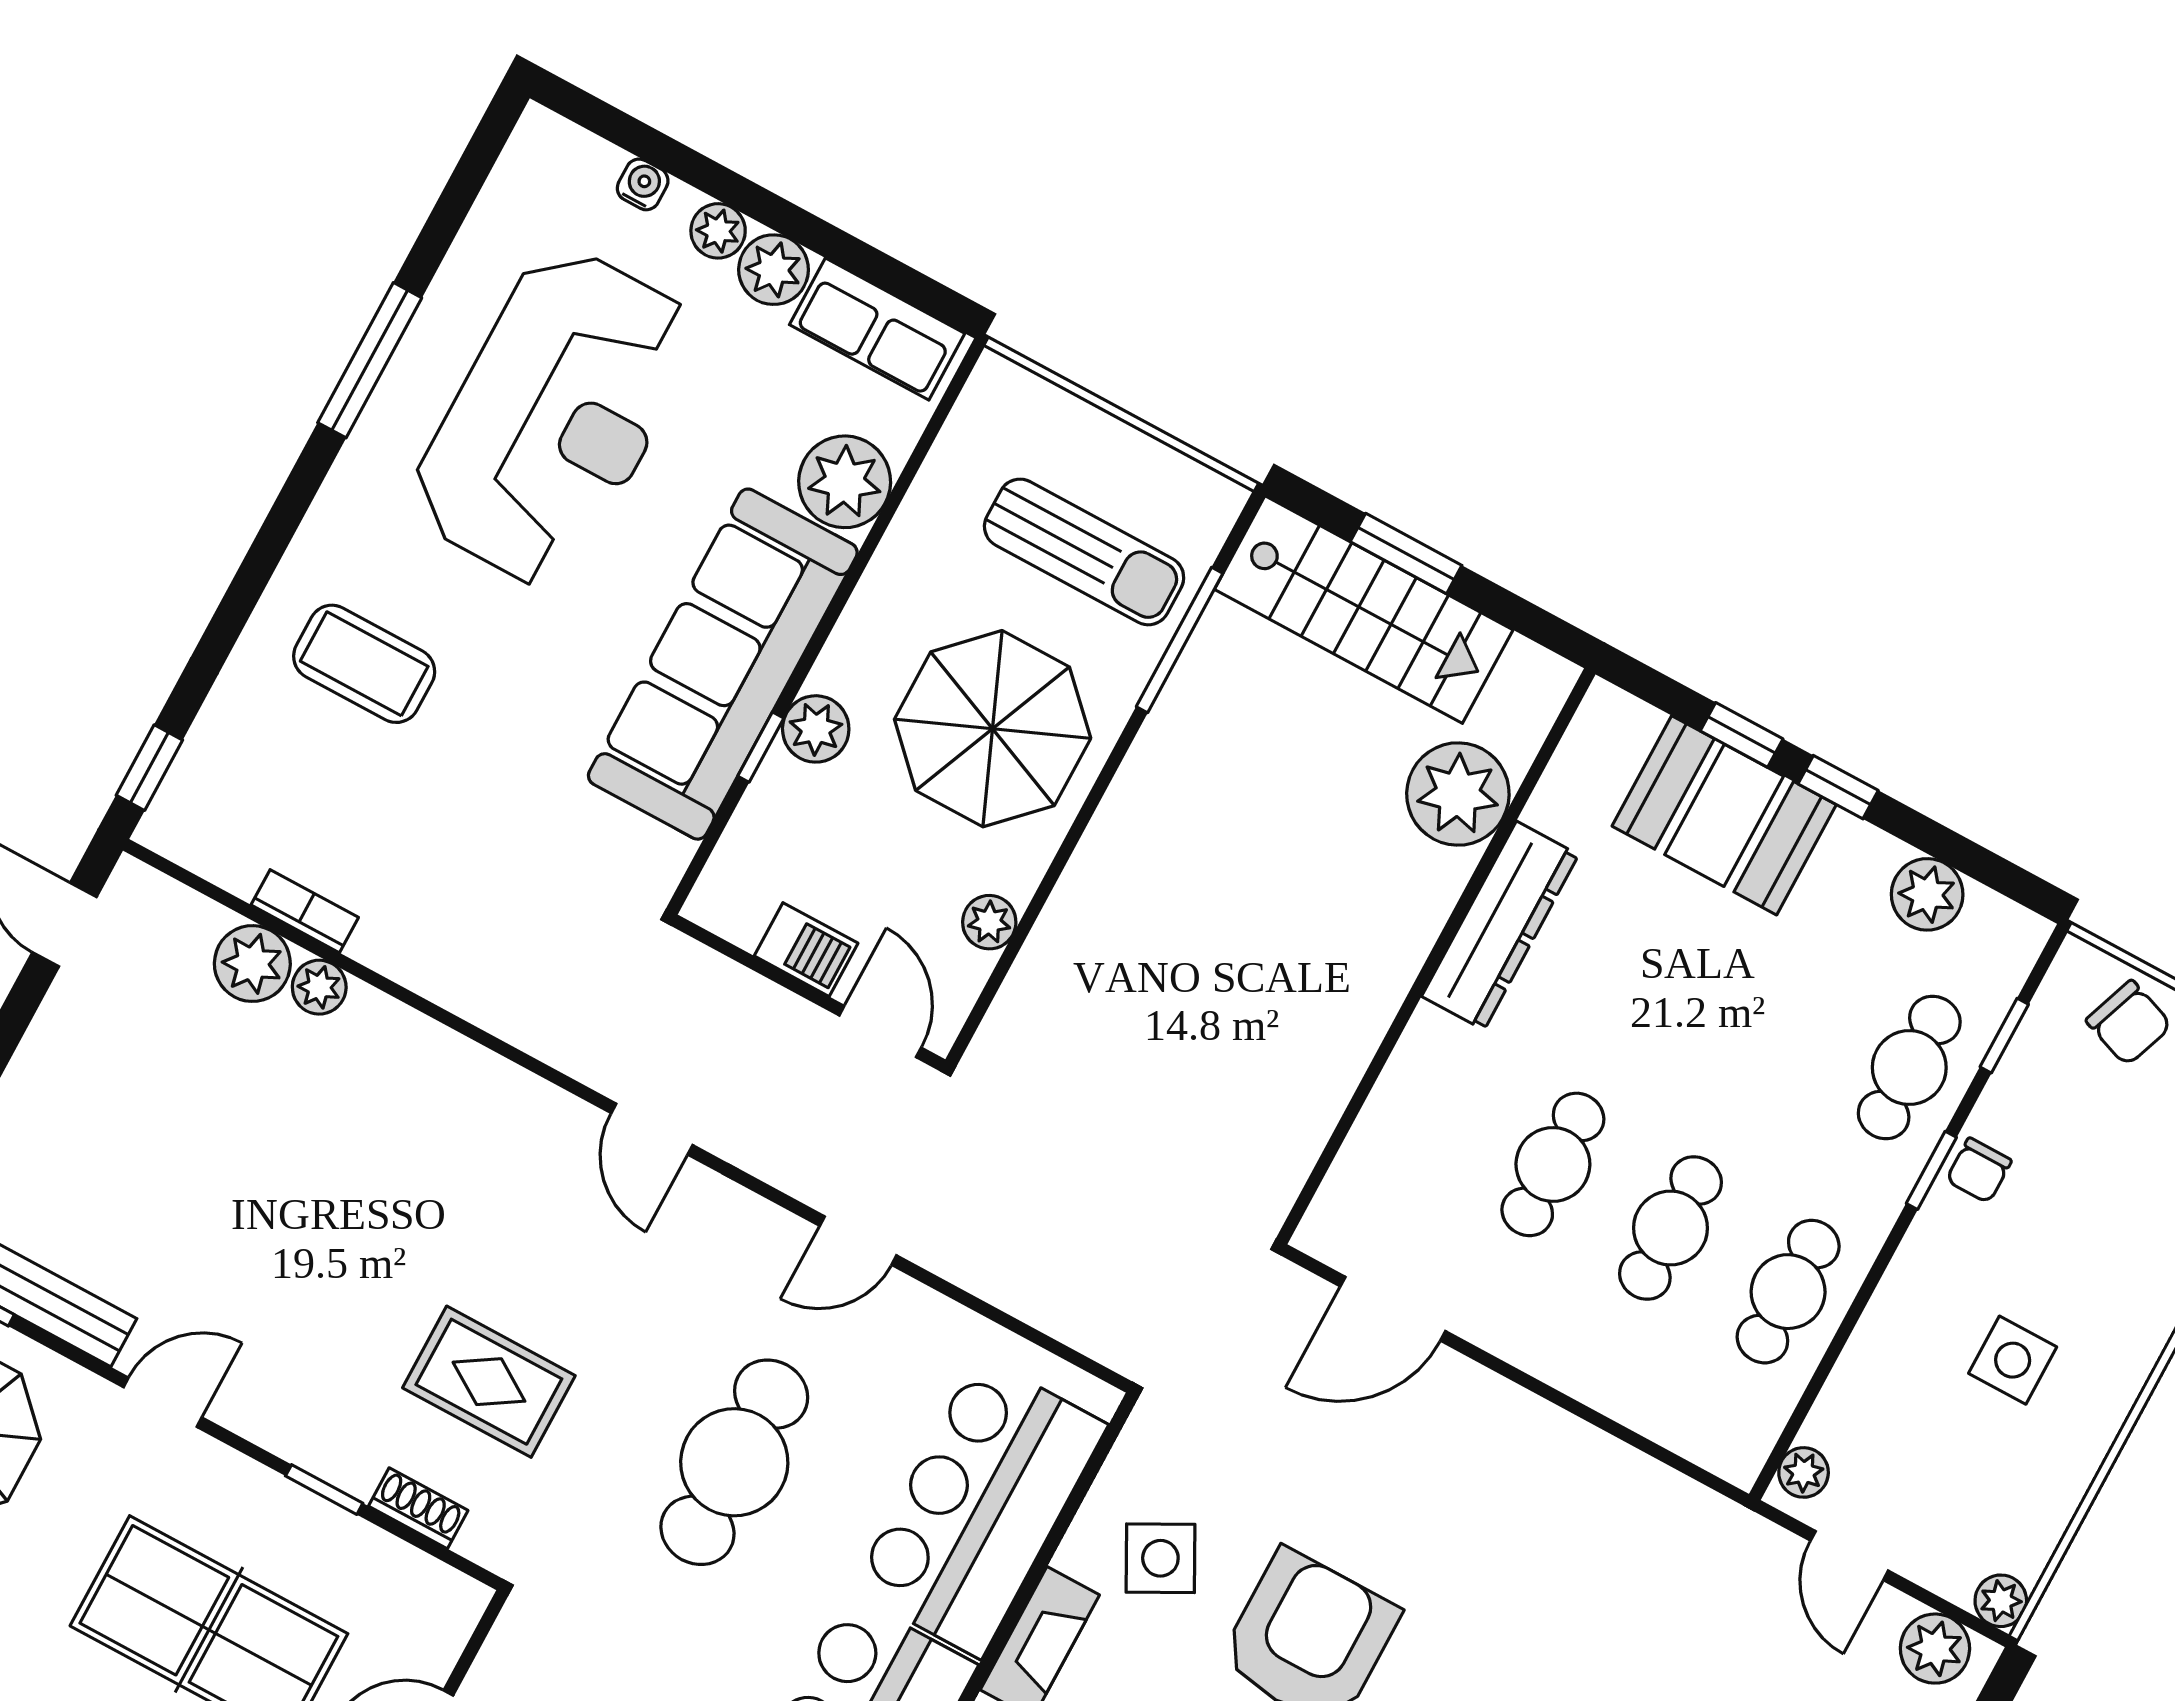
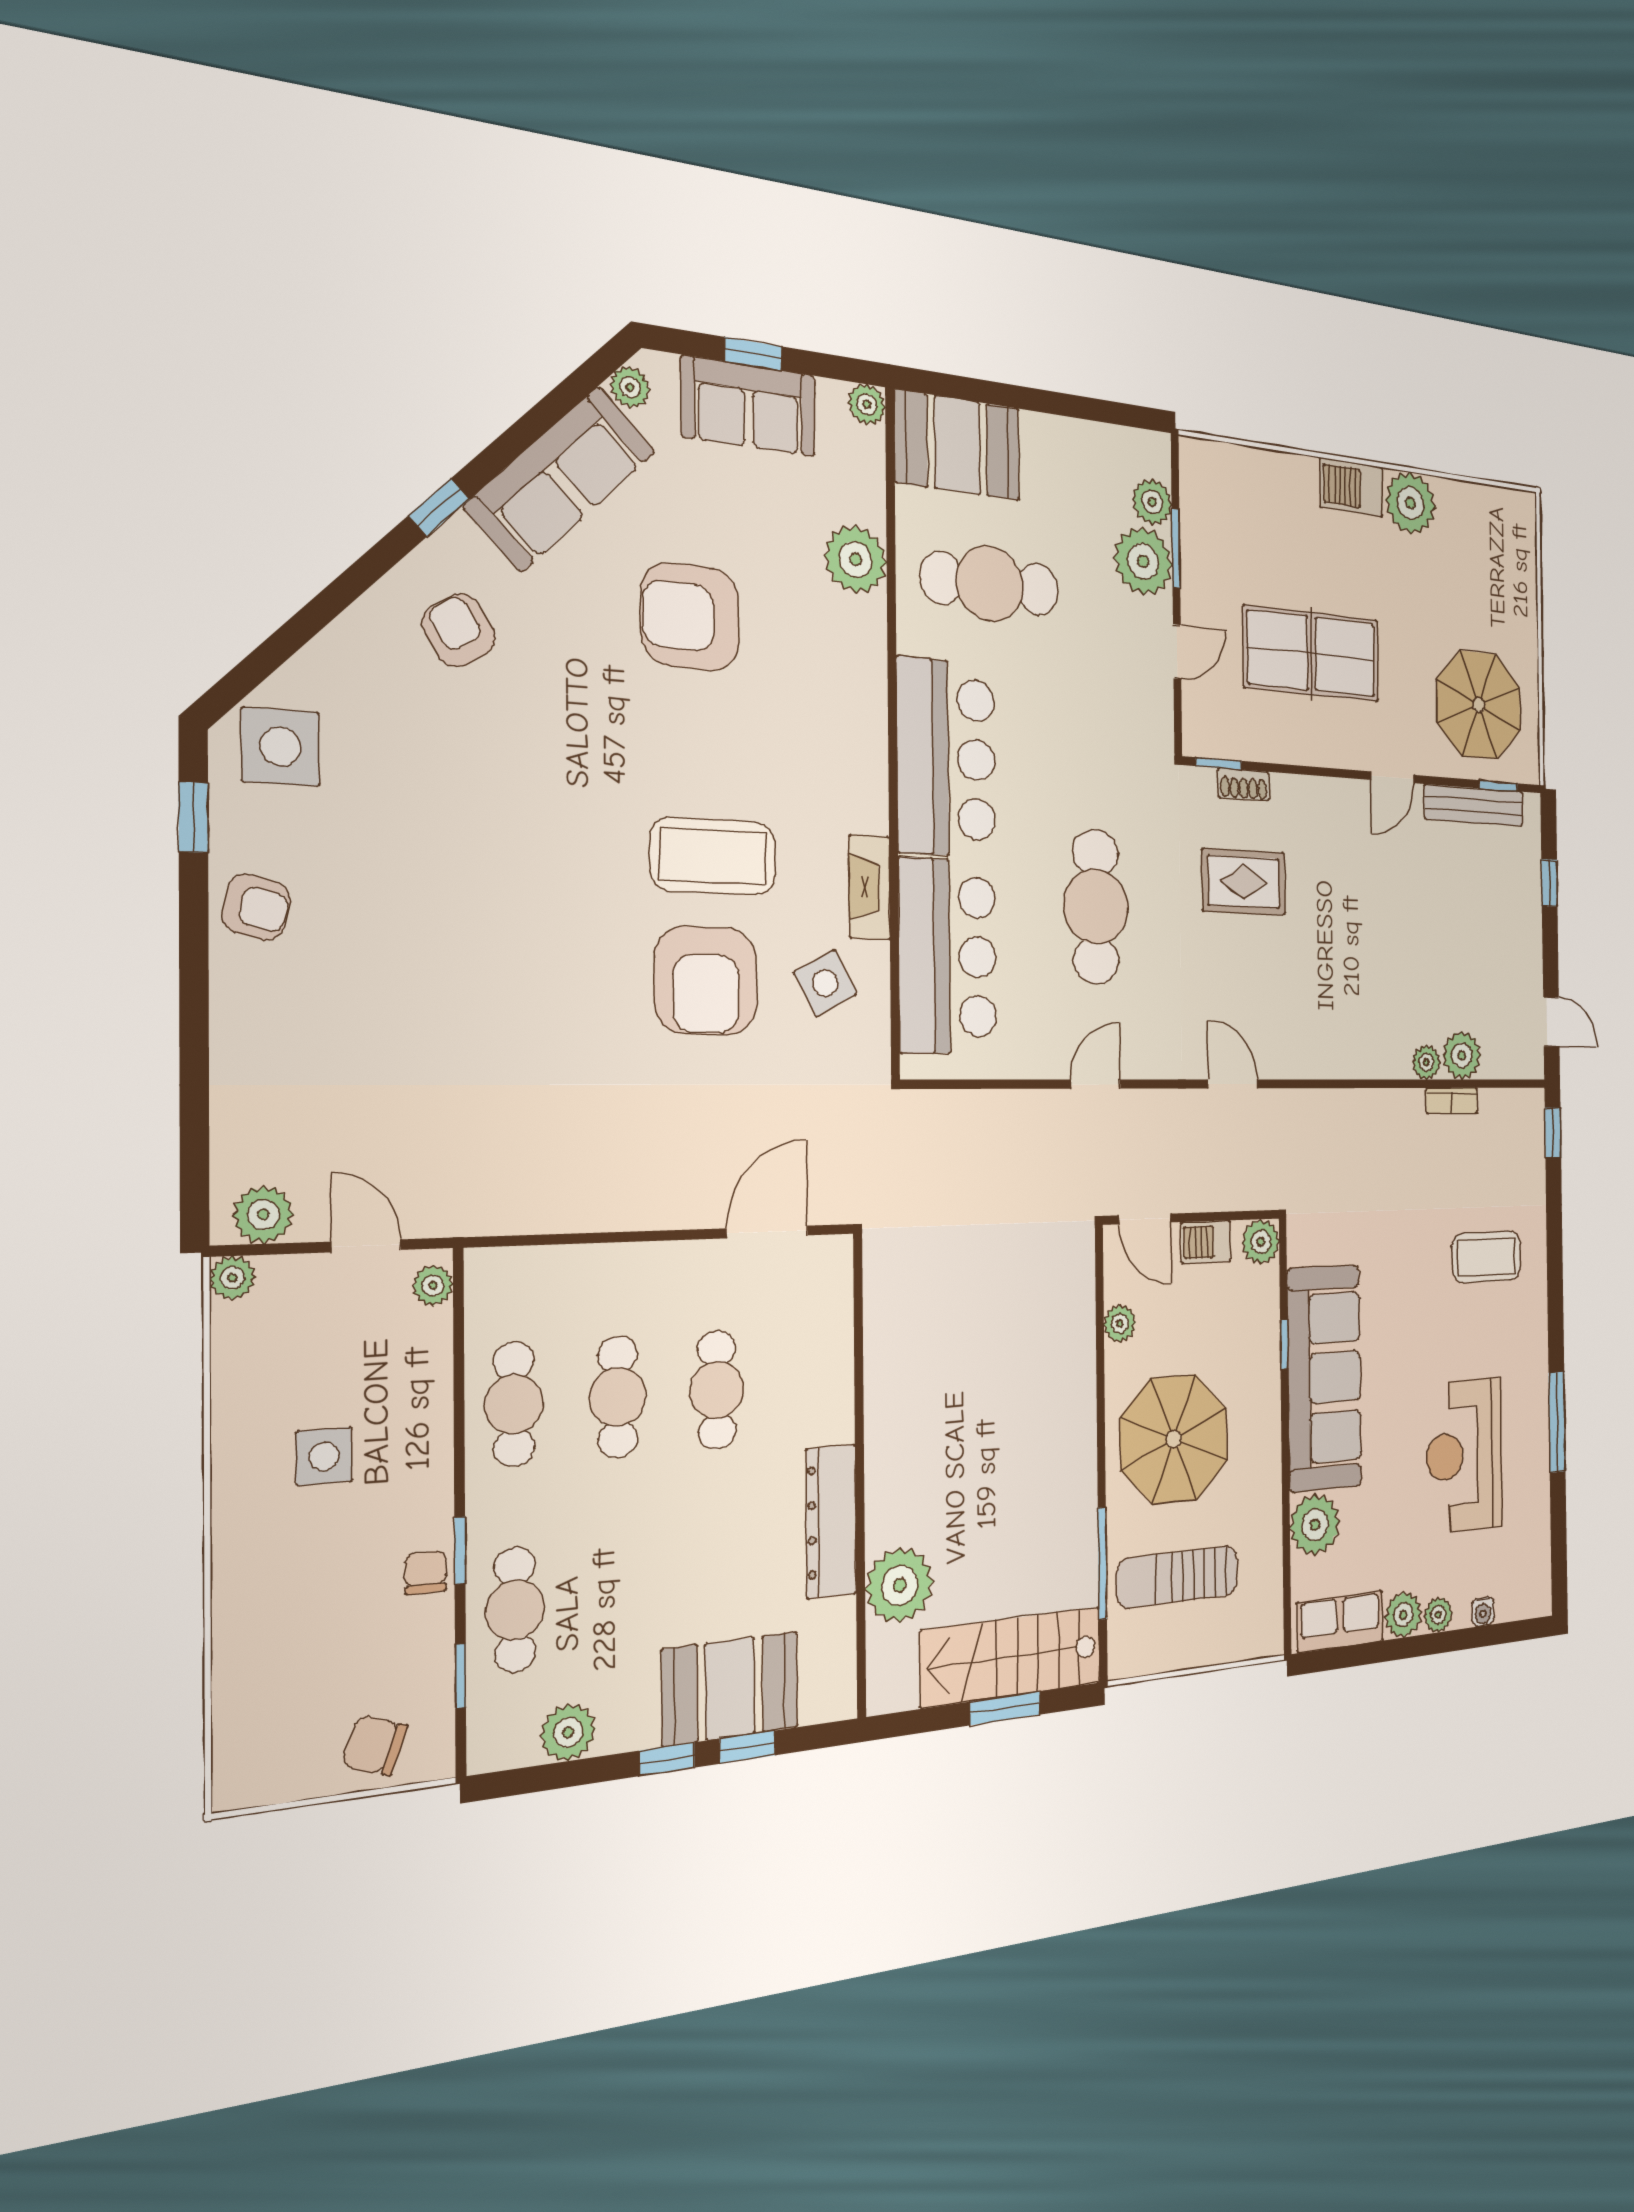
reception desk: (554, 417) -> (1464, 1455), width x0.74, depth x0.77
plant: (816, 729) -> (1261, 1242), moved
window: (324, 1490) -> (1219, 763), moved

